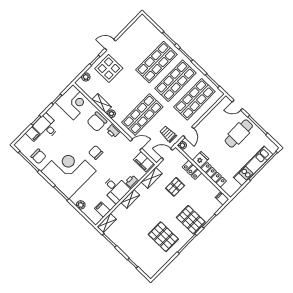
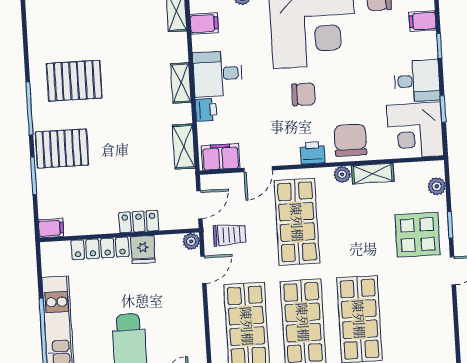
desk: (46, 126) -> (417, 81), moved
door: (188, 132) -> (203, 270), swing flipped
pallet: (175, 187) -> (136, 171), removed

